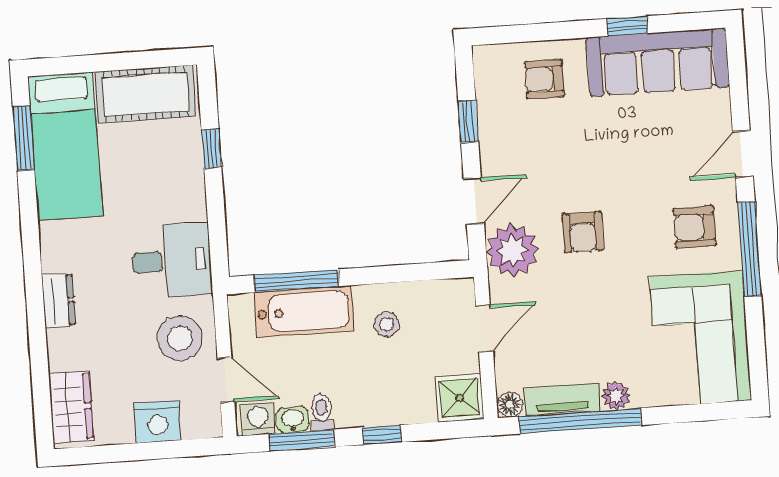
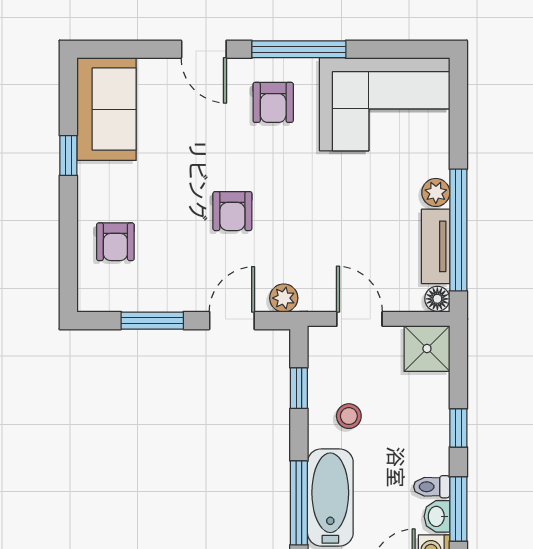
sofa: (658, 62) -> (106, 109), width x0.73
window: (468, 121) -> (152, 321), width x1.50
door: (474, 201) -> (232, 321), hinge flipped
armchair: (583, 232) -> (232, 211), moved, turned 90
plant: (512, 250) -> (284, 298), width x0.53, depth x0.53
window: (411, 273) -> (299, 388), added

